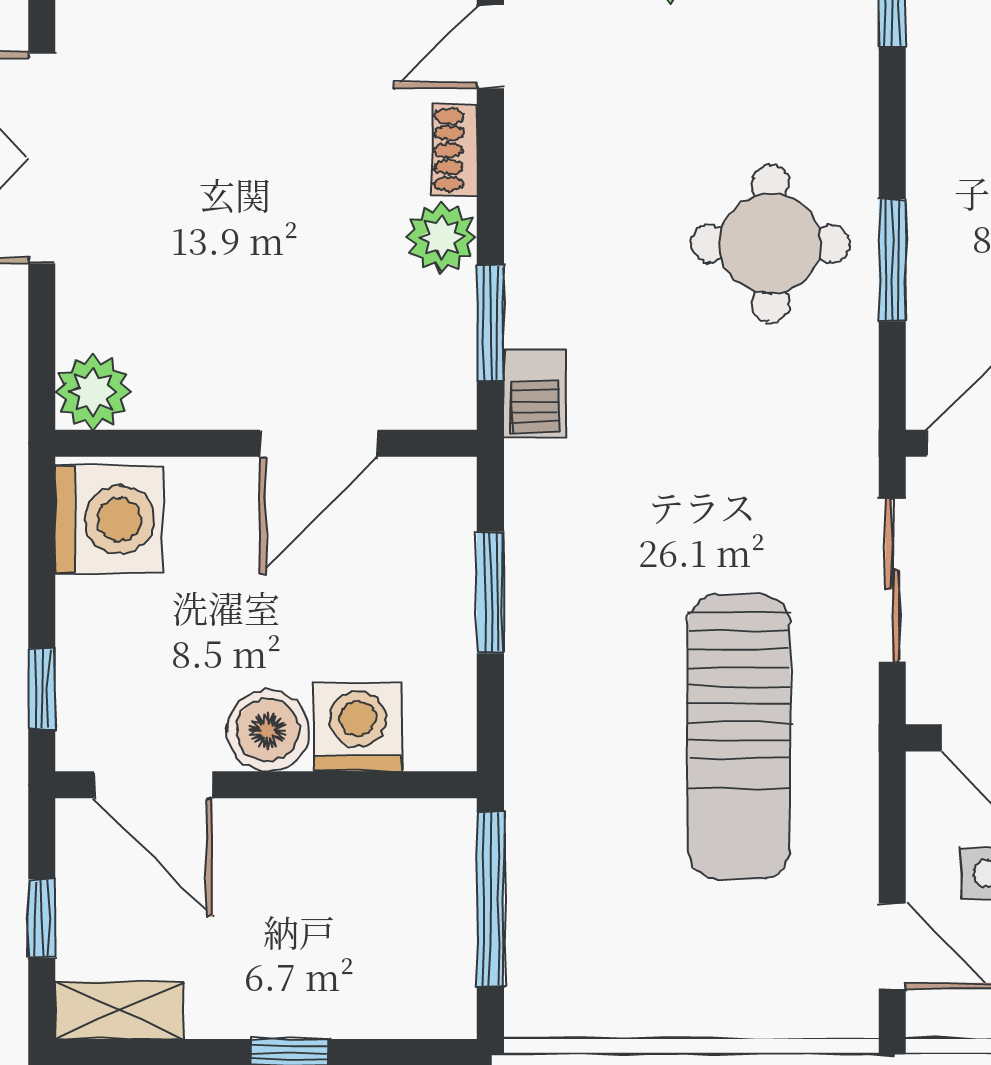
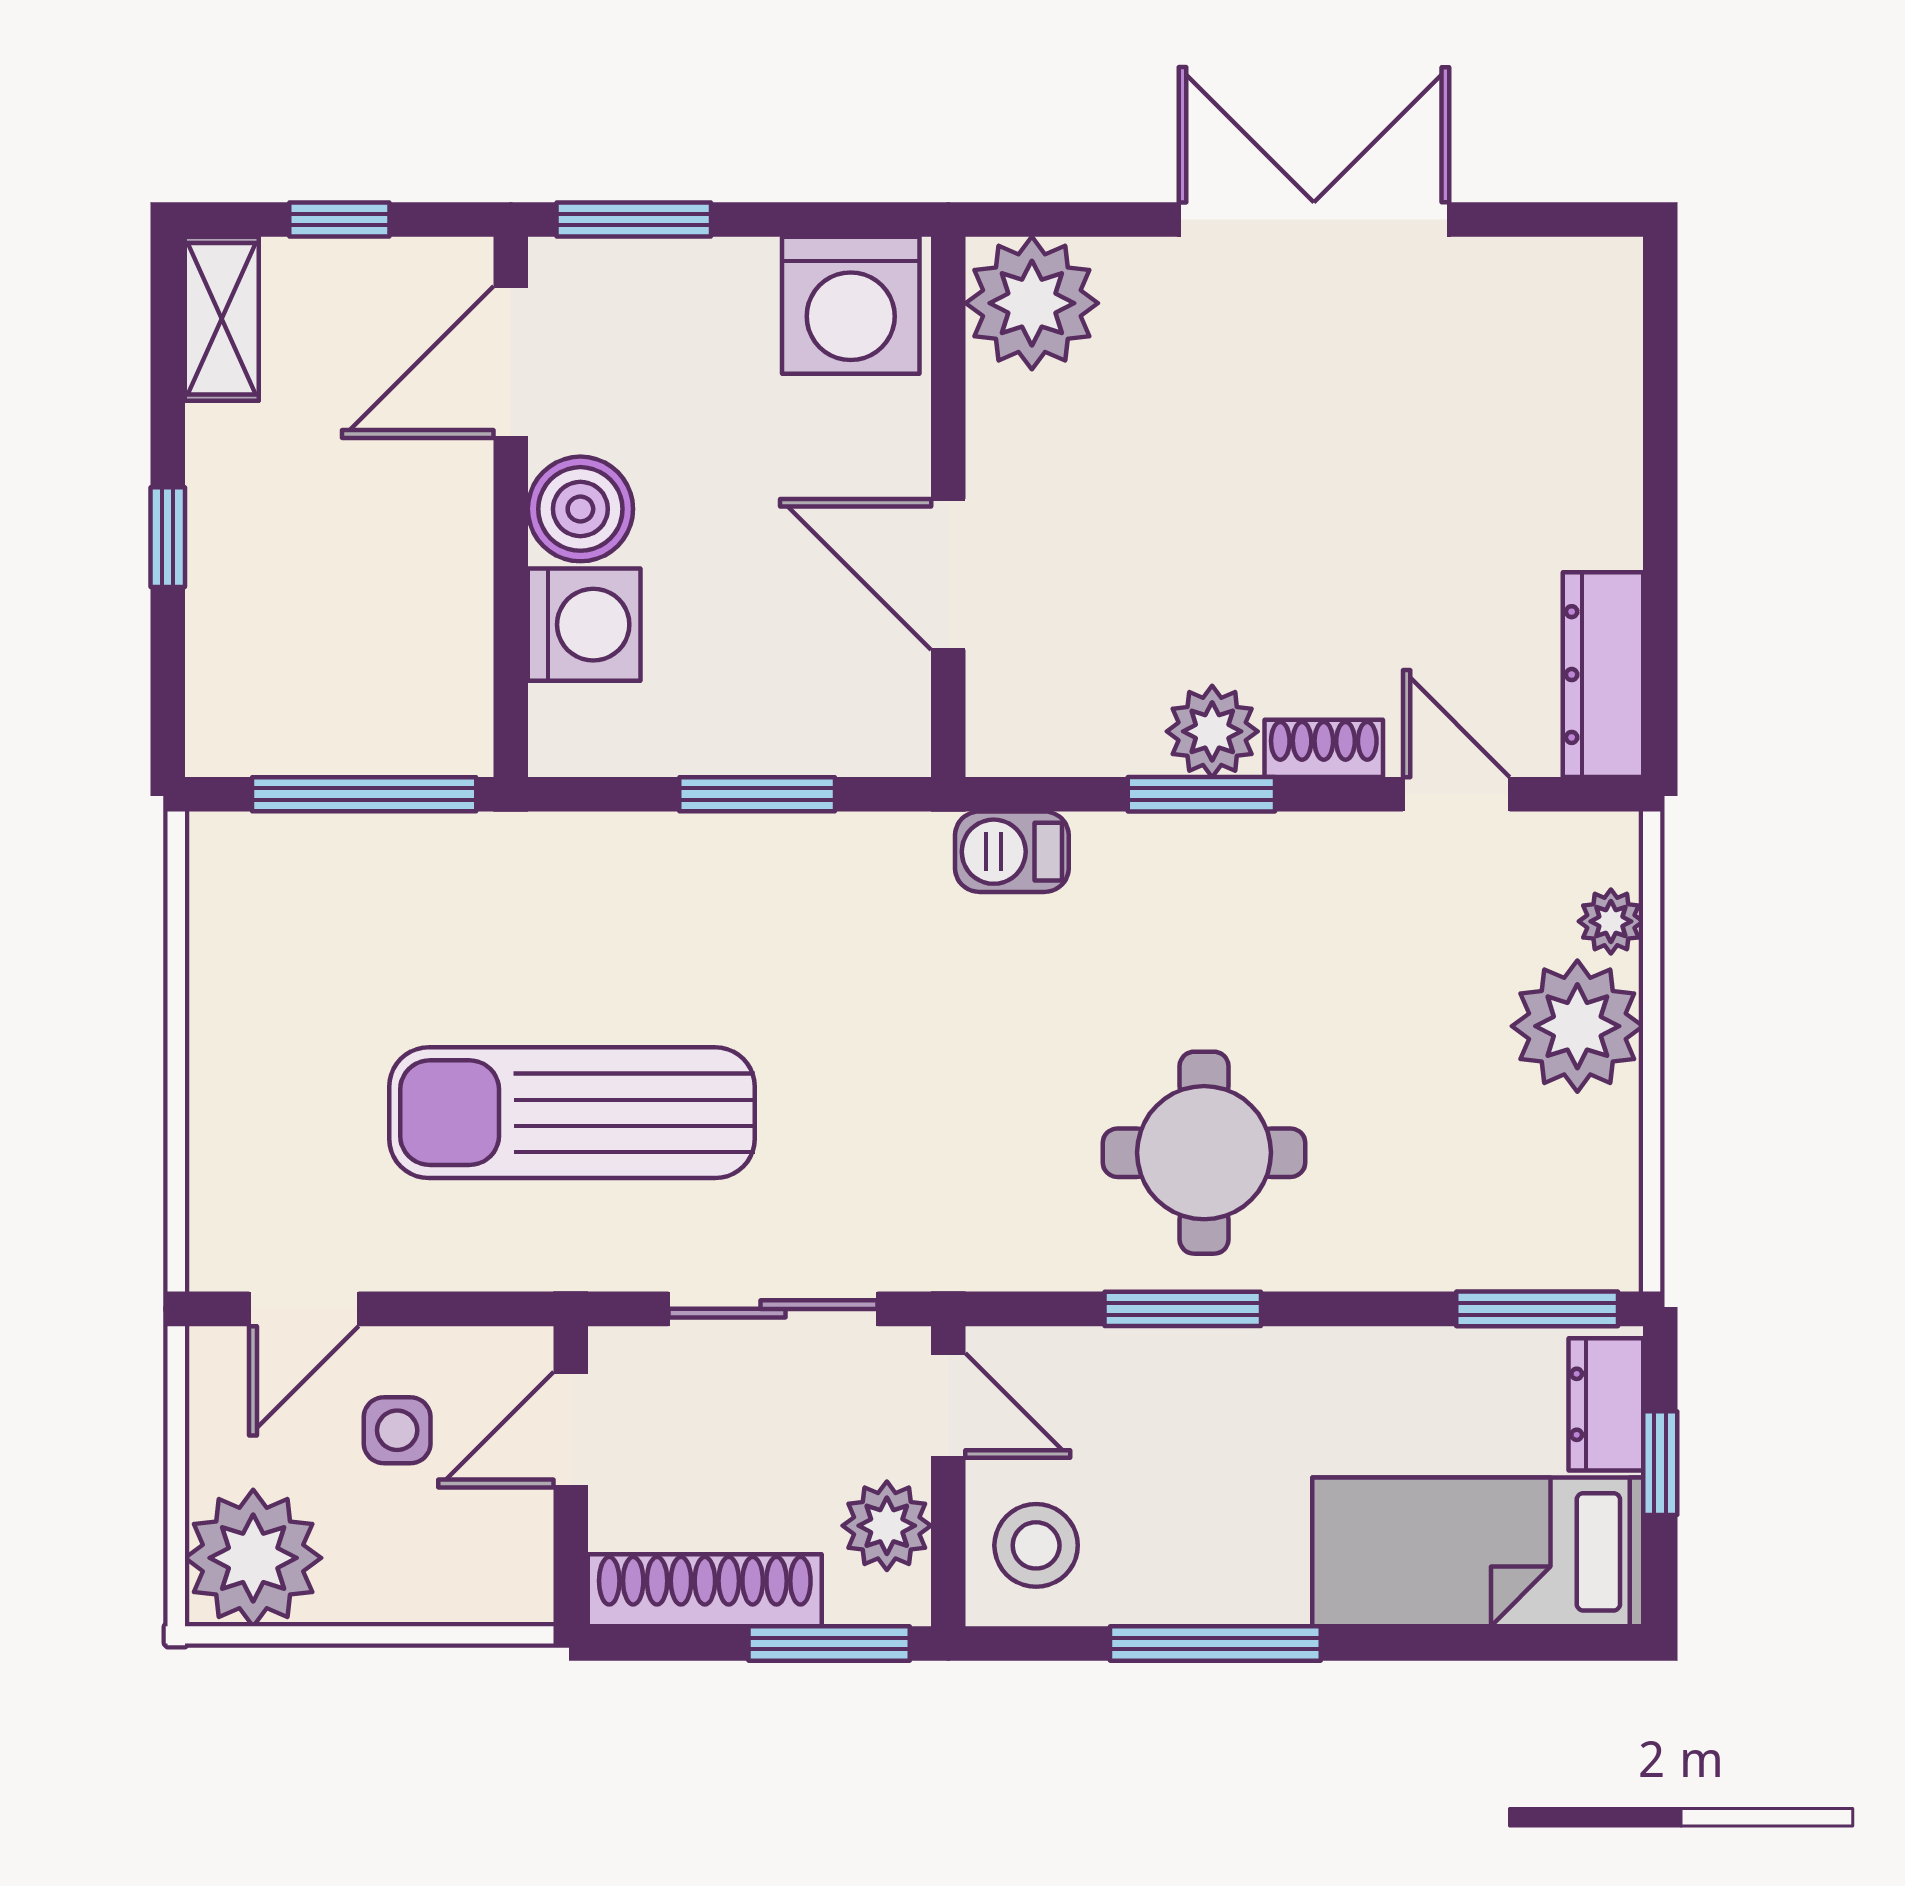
window: (490, 323) -> (1201, 794), moved
plant: (93, 392) -> (1032, 303), width x1.36, depth x1.36
window: (42, 689) -> (634, 220), width x1.50

